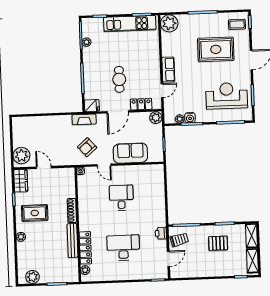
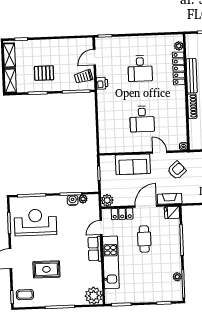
kitchen unit: (130, 24) -> (111, 262), moved, turned 90
rug: (216, 49) -> (46, 269), width x0.73, depth x0.70
reception desk: (227, 96) -> (35, 222), turned 180
fireplace: (84, 119) -> (170, 199), moved
desk: (123, 248) -> (140, 68), width x0.73

